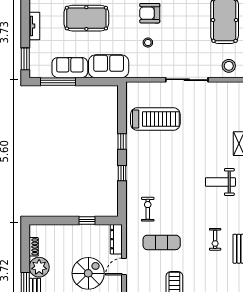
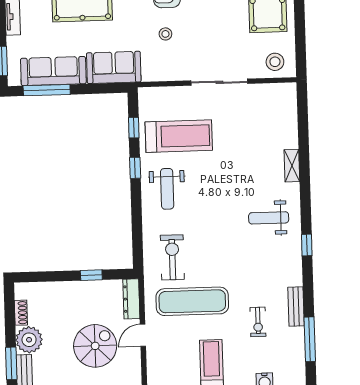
sofa: (70, 68) -> (53, 71), width x1.36
weight bench: (145, 158) -> (167, 189), added
window: (122, 173) -> (134, 128), moved
exercise bike: (148, 209) -> (172, 257), width x1.38, depth x1.39
exercise bike: (215, 239) -> (258, 322), moved
exercise mat: (162, 242) -> (192, 301), width x1.36, depth x1.45

